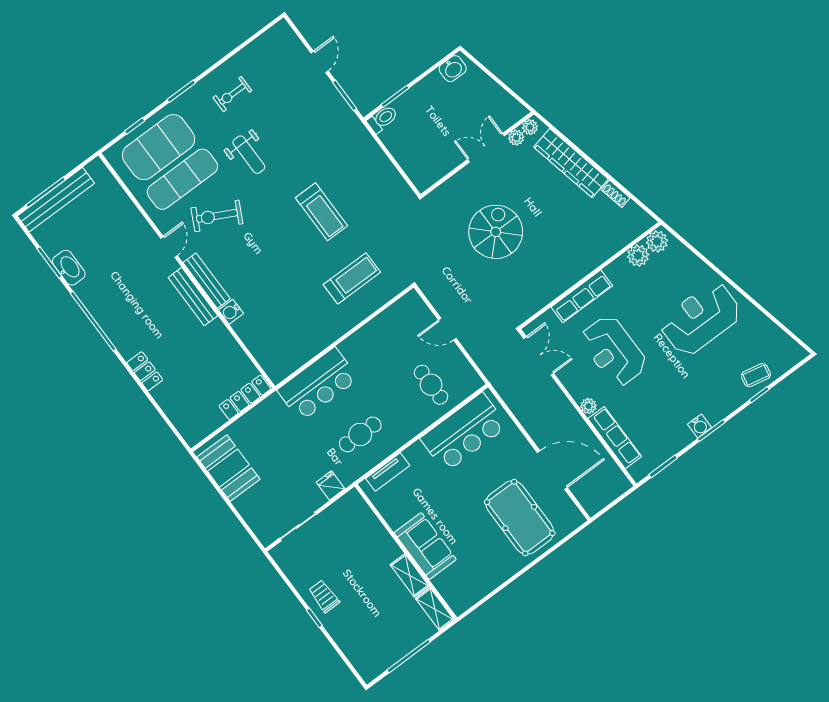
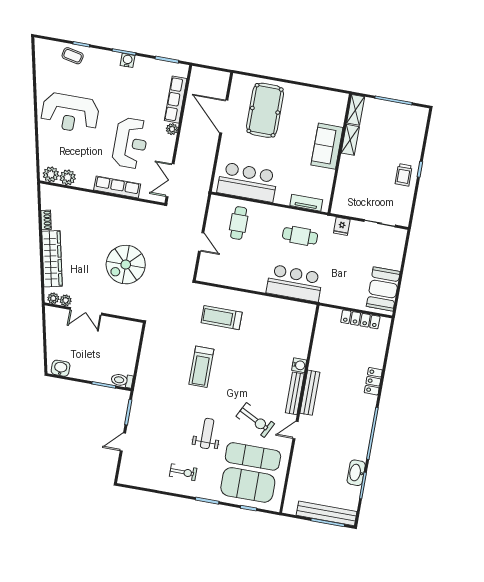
treadmill: (321, 212) -> (201, 367), turned 180
locker: (245, 397) -> (360, 319), moved

